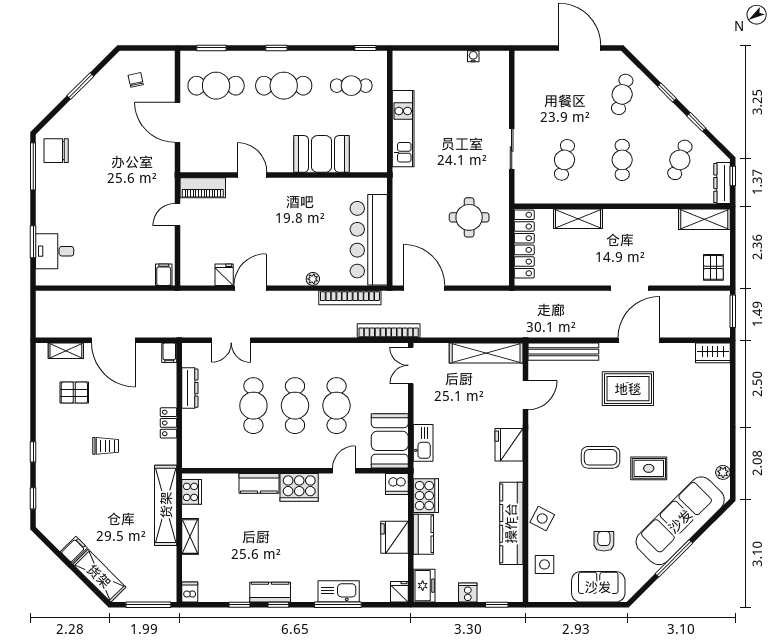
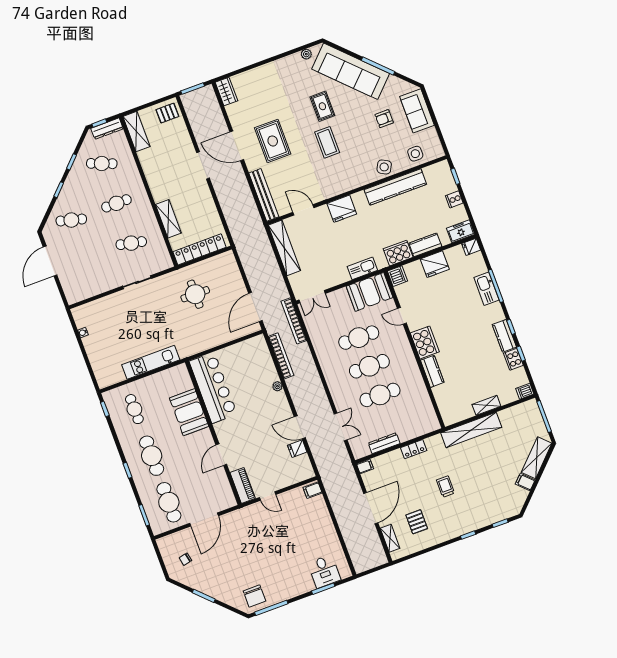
bar counter: (369, 240) -> (213, 388), moved, turned -90
cooker: (192, 492) -> (513, 359), moved, turned -90

